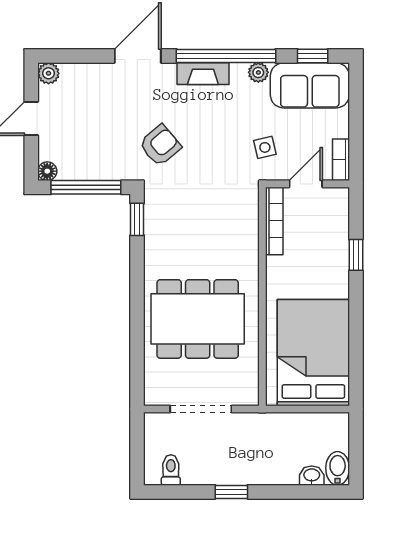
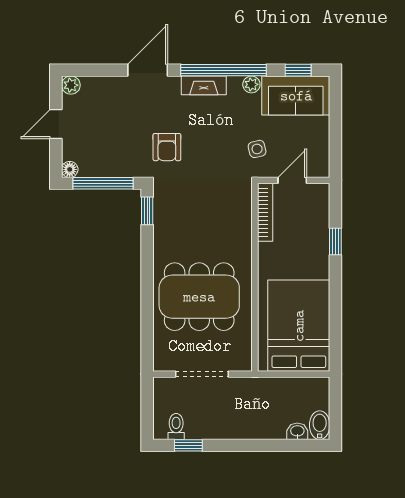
armchair: (160, 145) -> (167, 147), turned 130
bookcase: (341, 160) -> (322, 160), removed
window: (231, 492) -> (188, 445), moved

